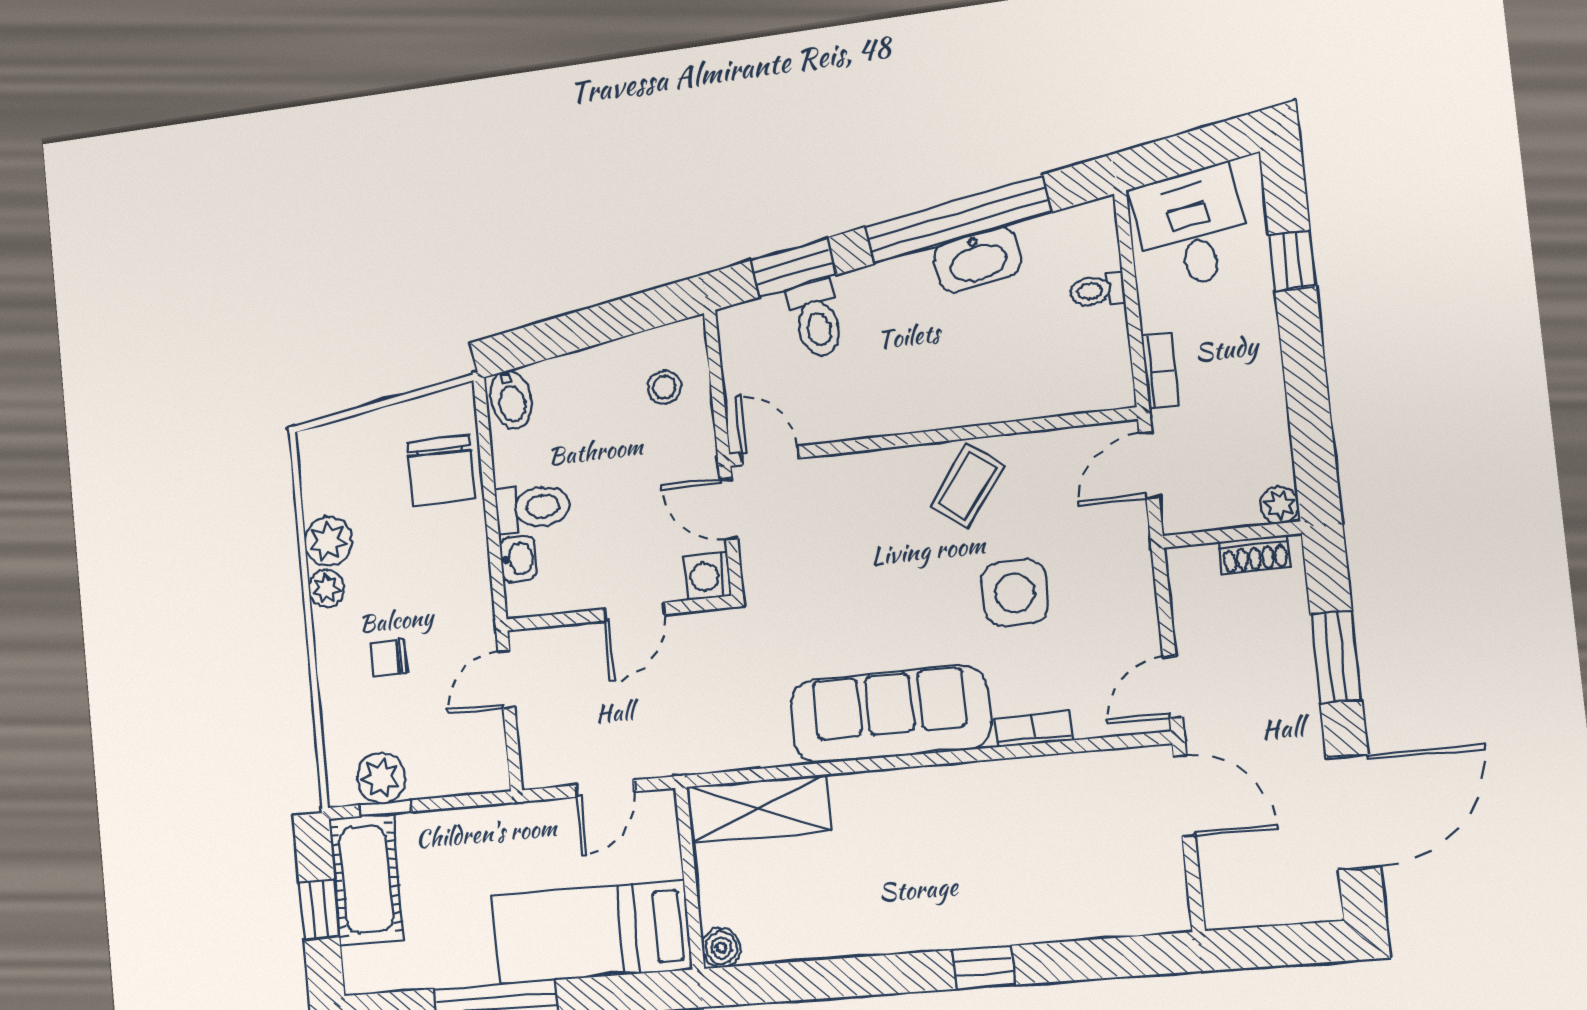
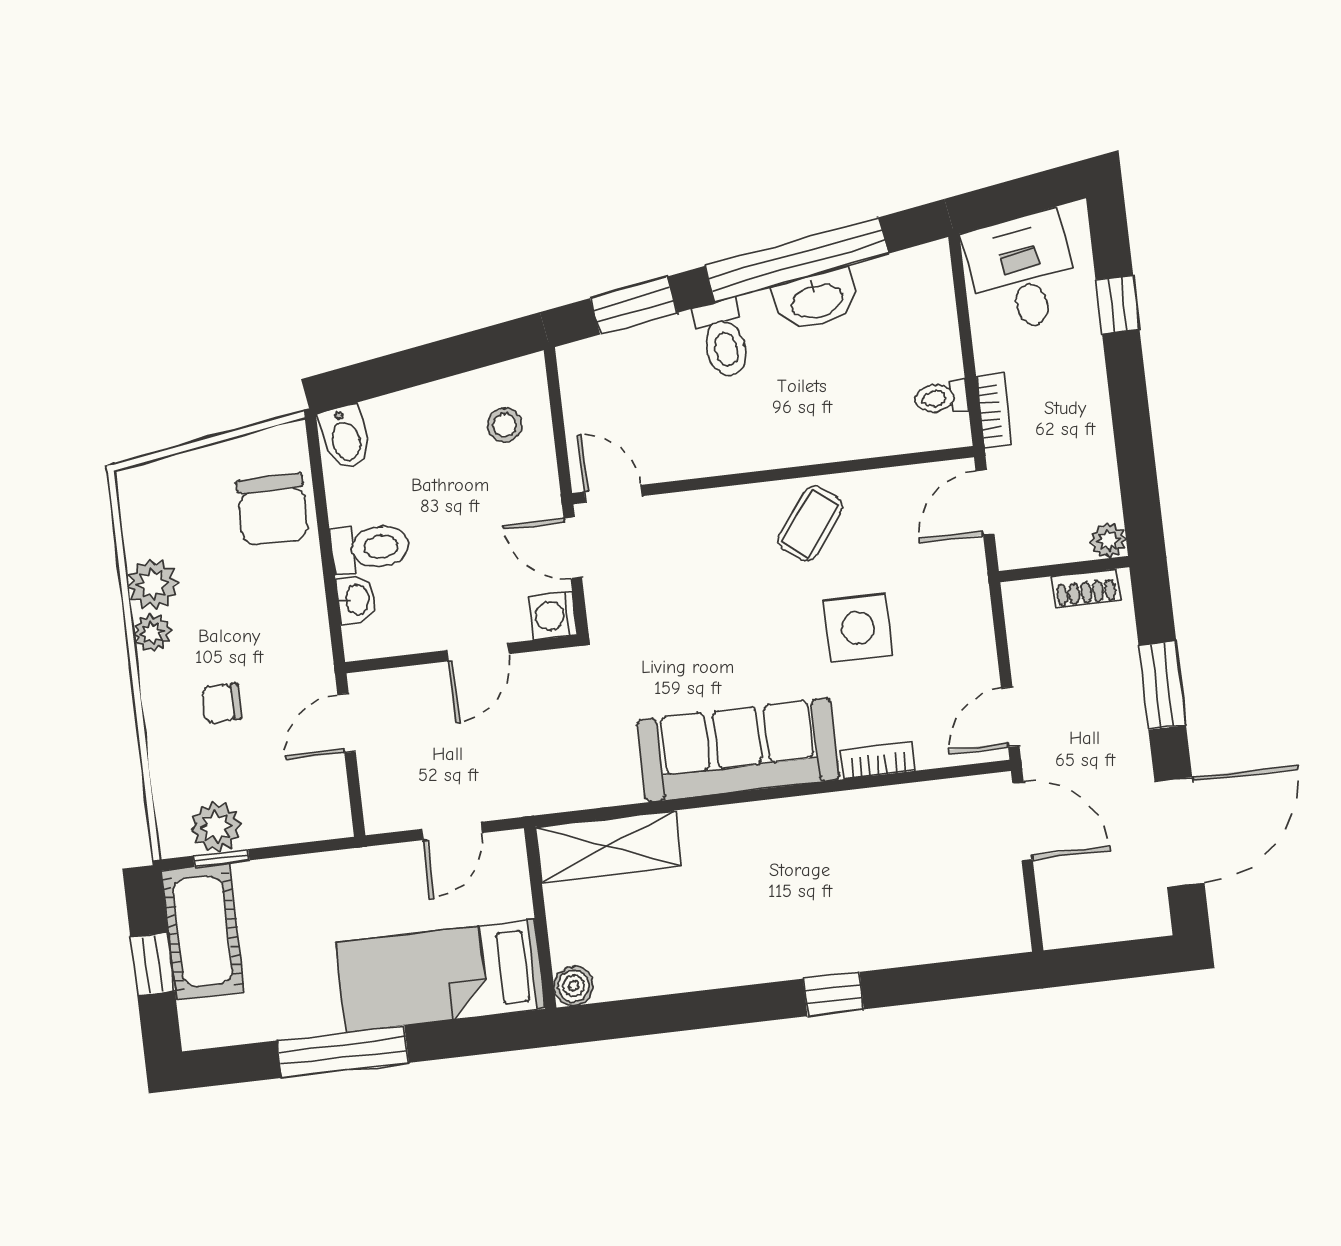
toilet: (1097, 290) -> (941, 398), moved
toilet: (816, 319) -> (723, 339), moved

